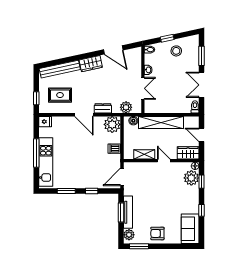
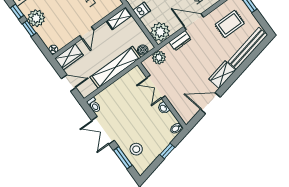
stool: (176, 51) -> (136, 149), moved
double door: (201, 85) -> (103, 130), swing flipped
shelving: (144, 154) -> (119, 18), moved
door: (164, 161) -> (87, 33), hinge flipped
plant: (191, 178) -> (36, 18), moved
window: (201, 182) -> (29, 28), moved

